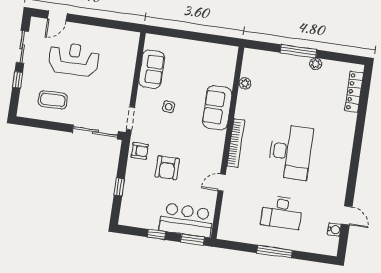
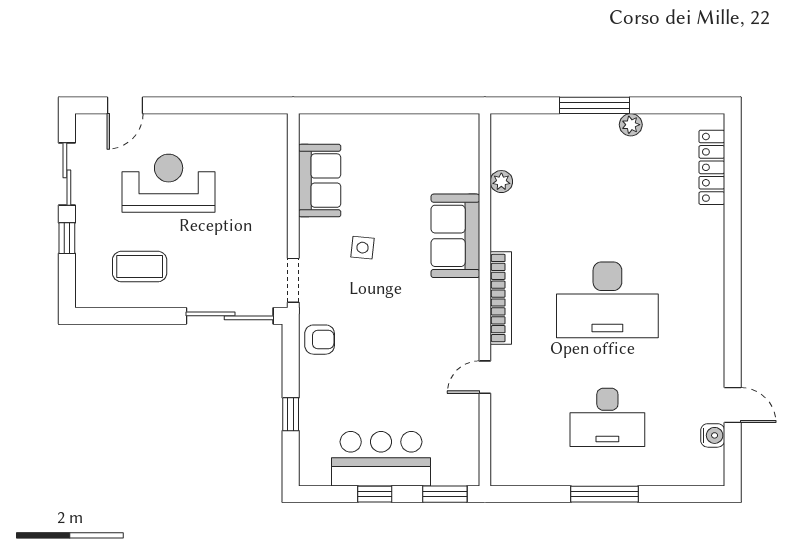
desk: (290, 152) -> (607, 300), turned 90
armchair: (167, 168) -> (377, 364), removed
bar counter: (186, 220) -> (381, 459), moved

